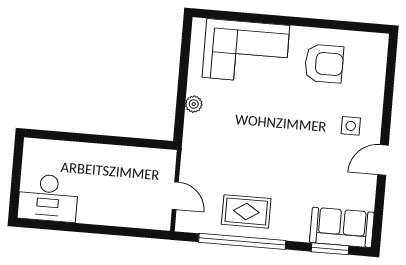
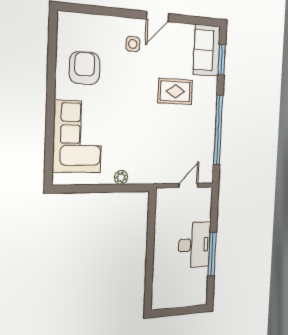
door: (383, 160) -> (158, 16), hinge flipped
desk: (48, 198) -> (194, 245), moved
rug: (246, 211) -> (175, 91), moved, turned 90
window: (83, 228) -> (212, 254), added

